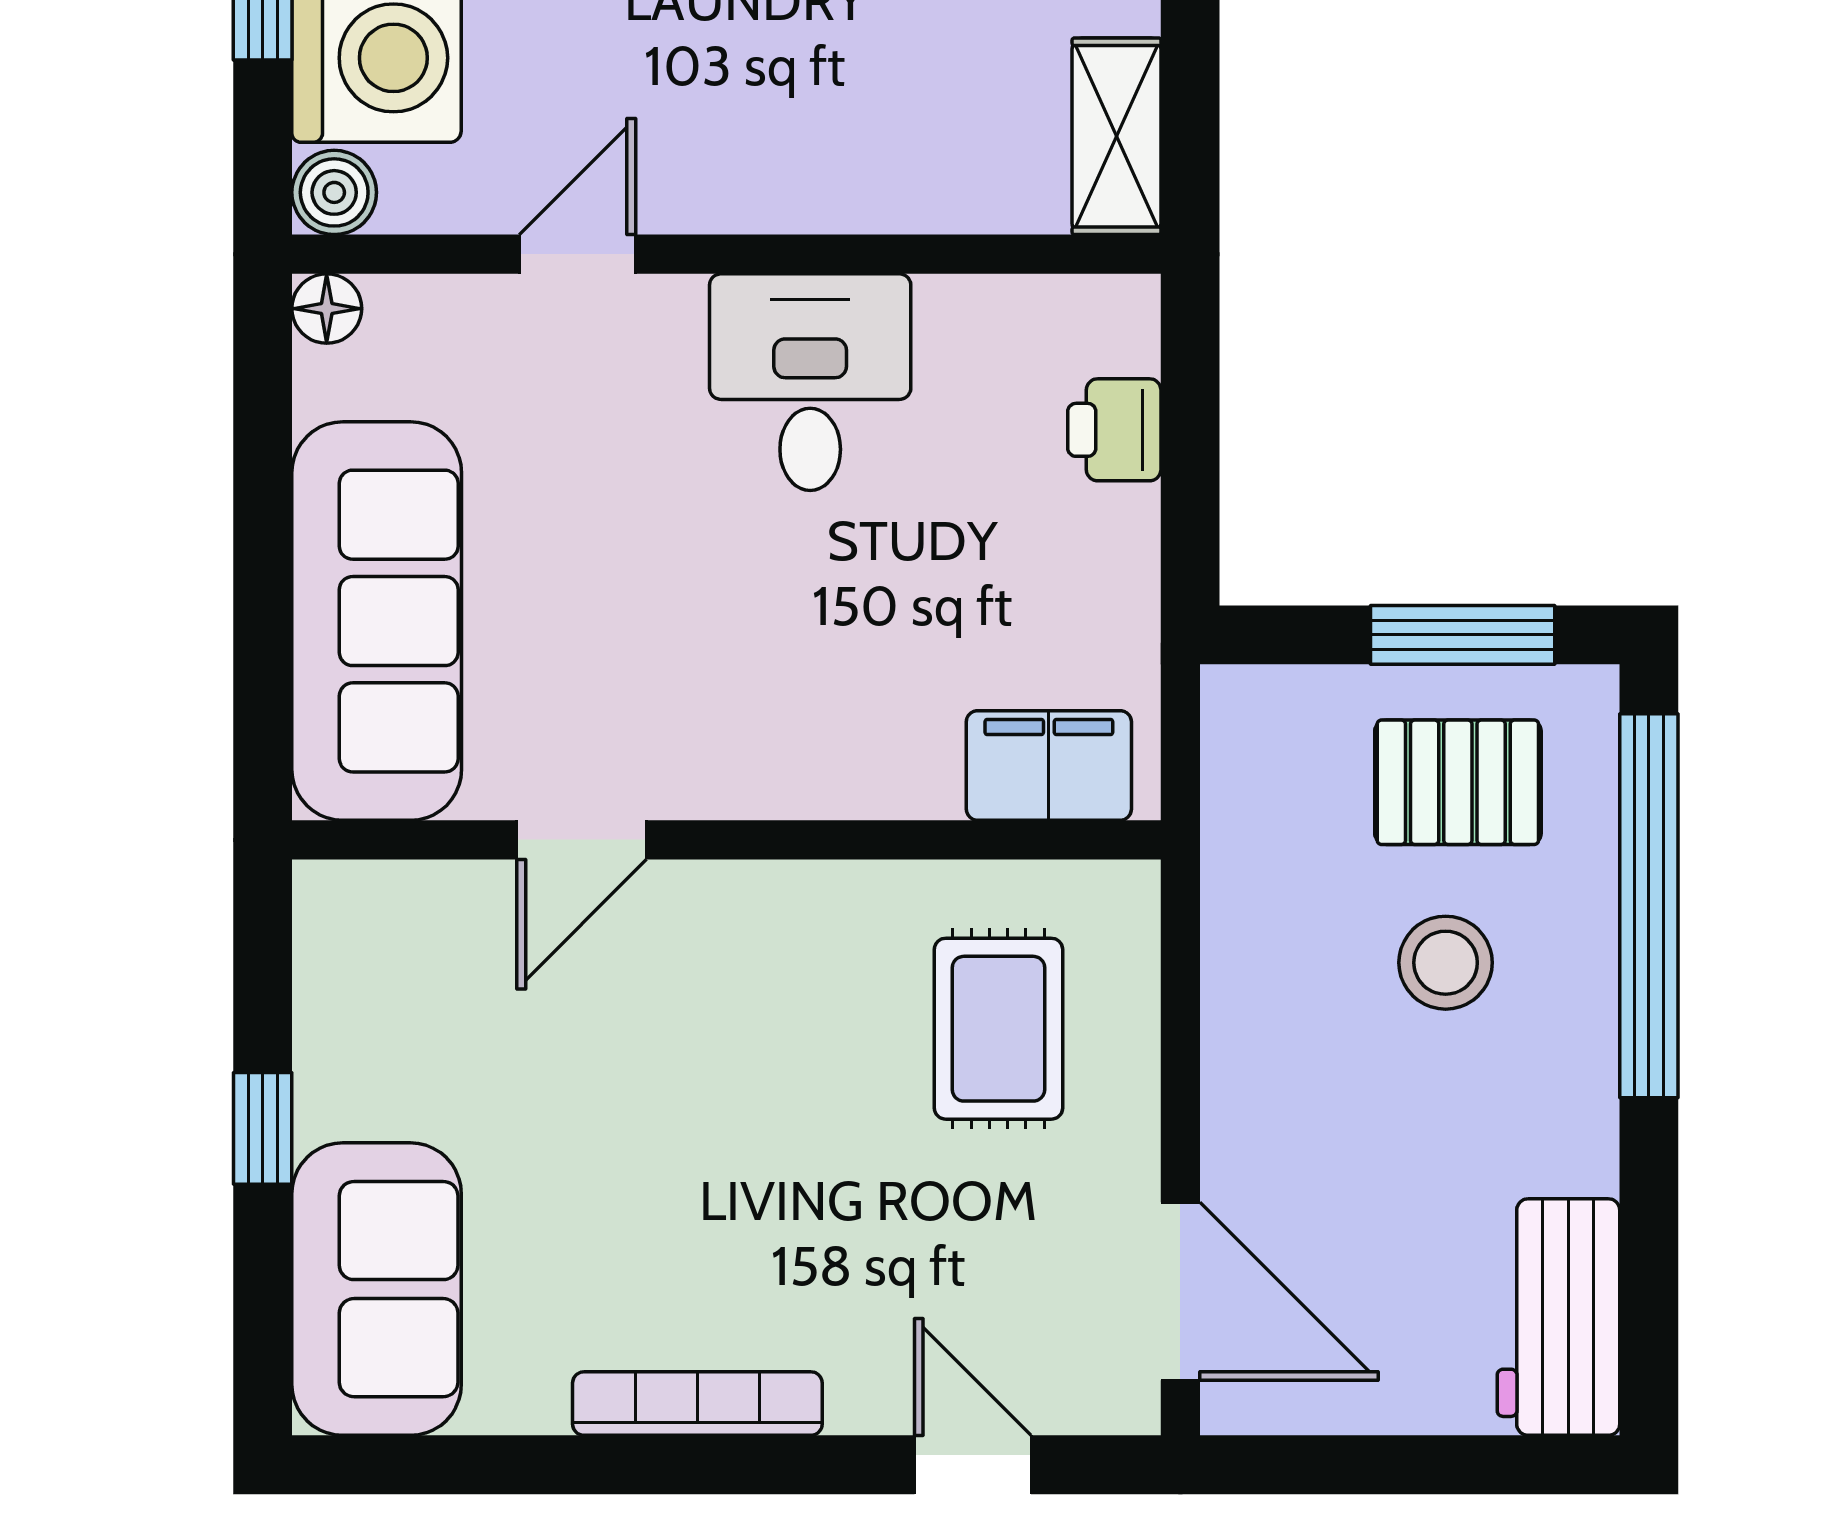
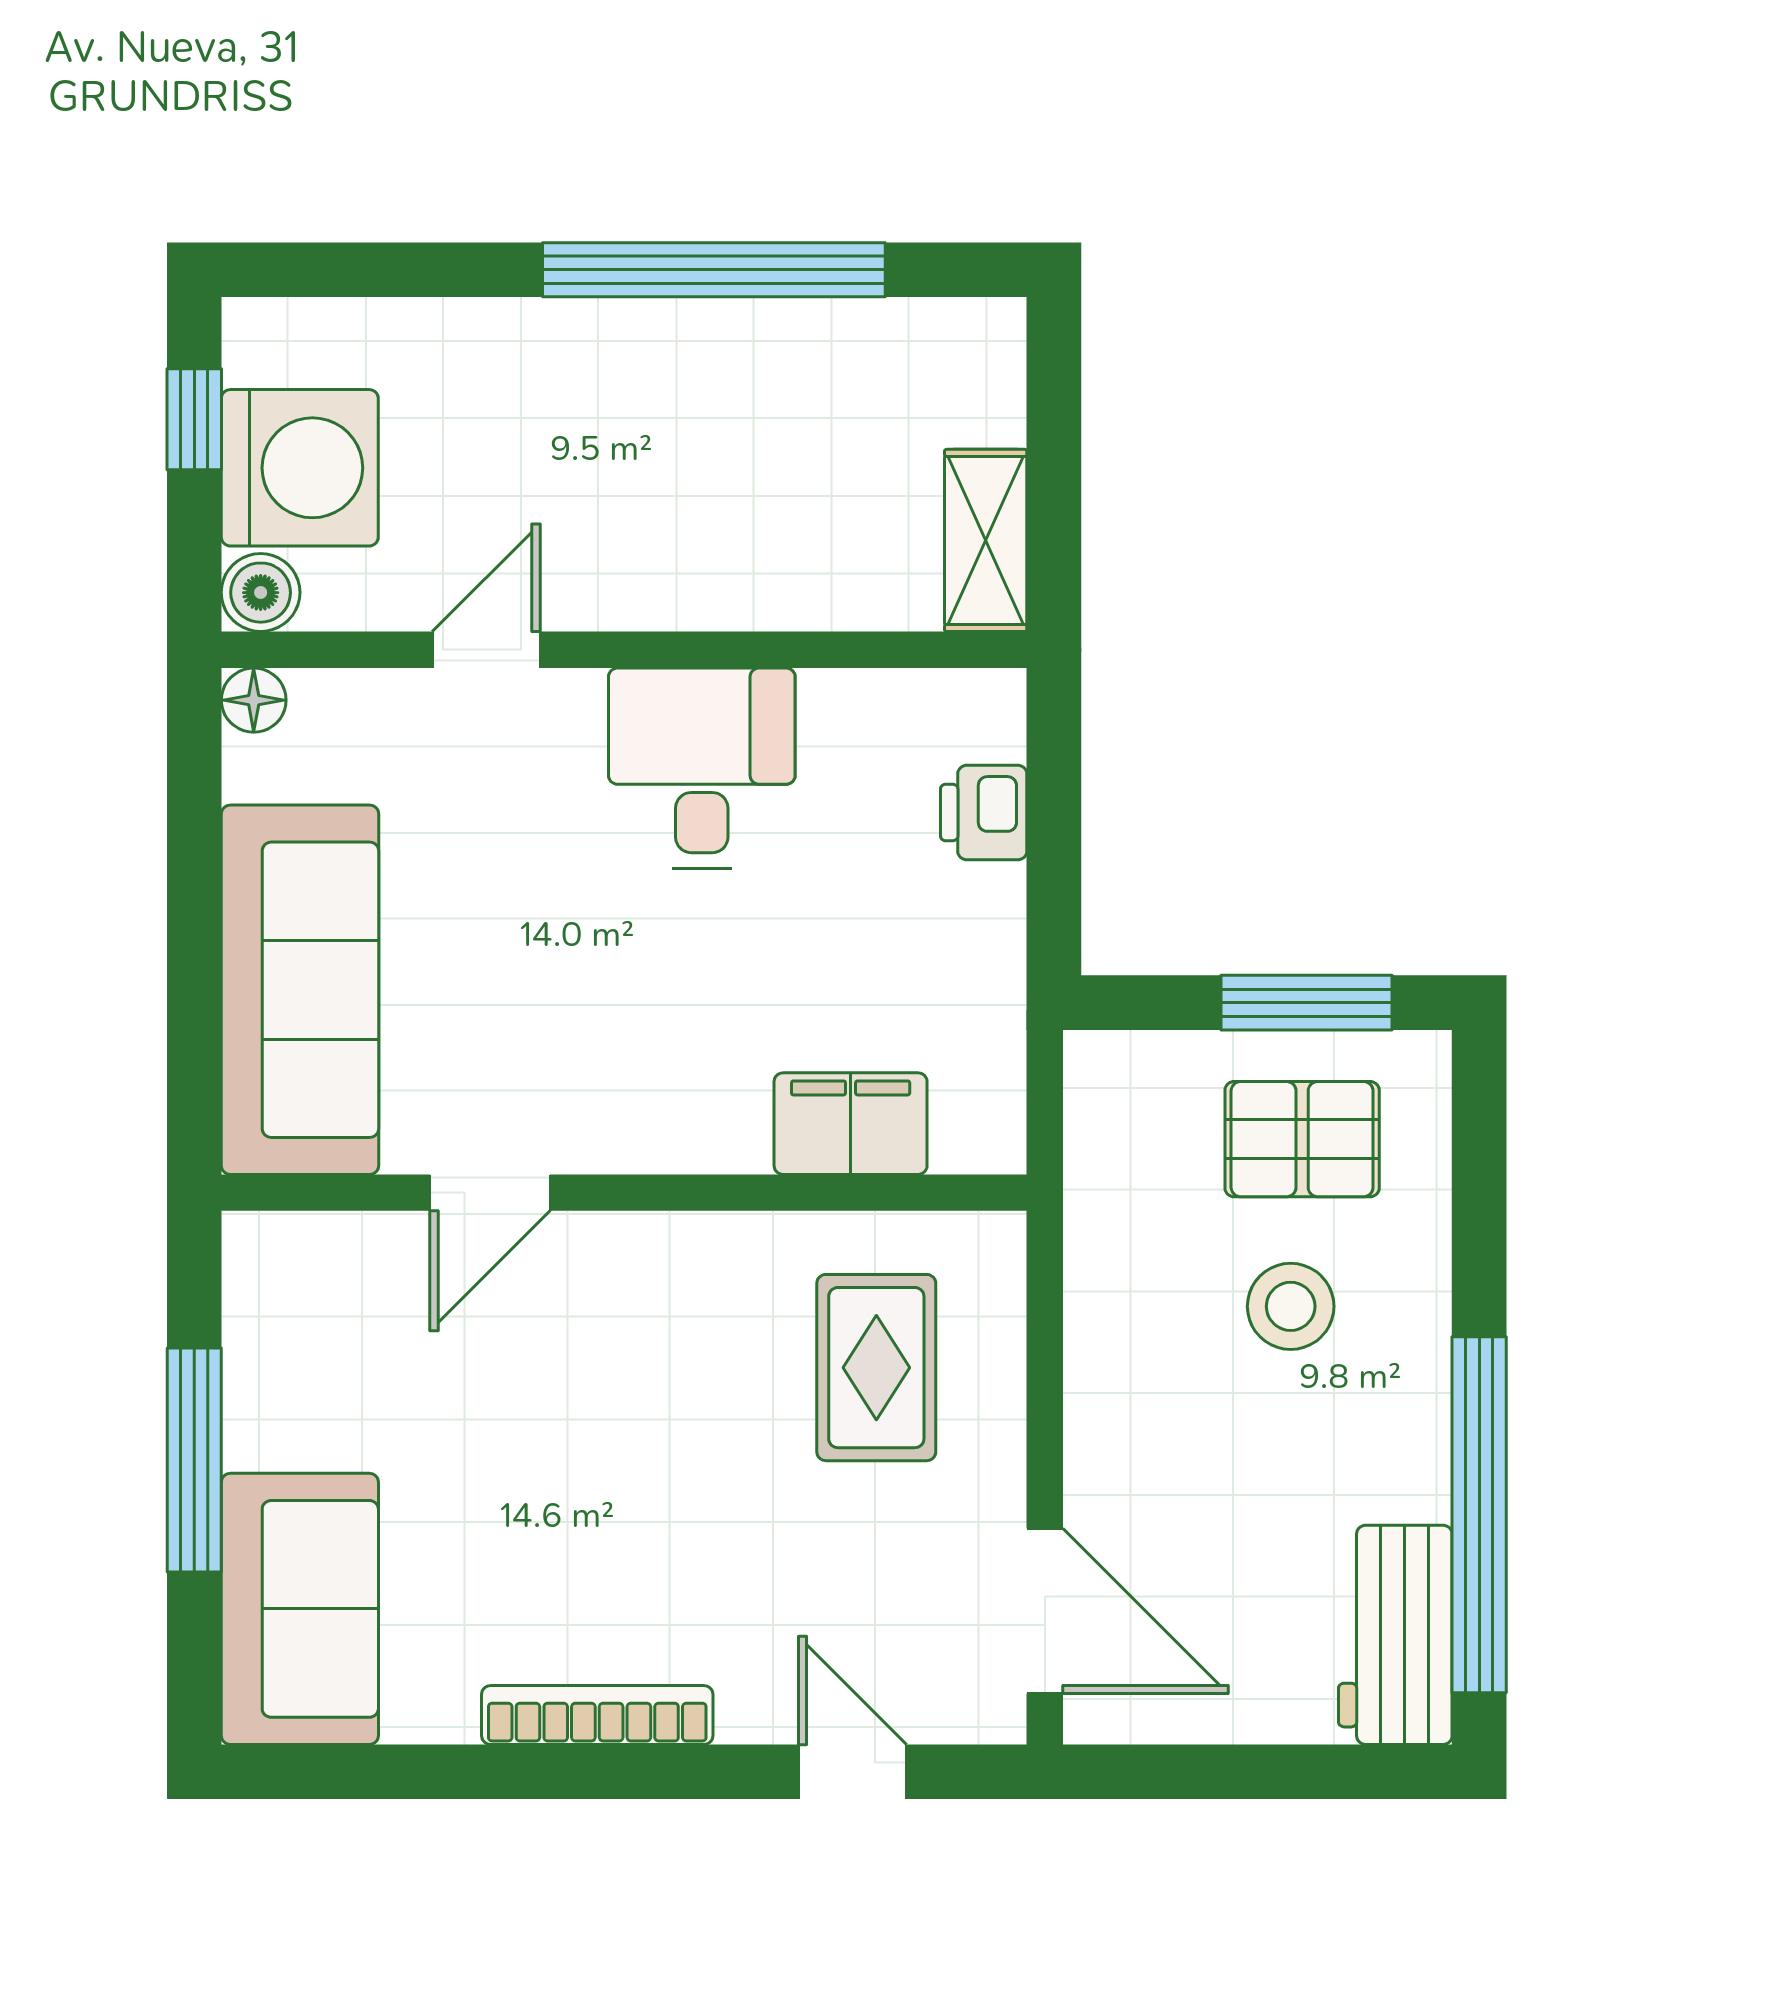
filing cabinet: (1049, 765) -> (851, 1124), moved
window: (1649, 906) -> (1479, 1515), moved
window: (263, 1128) -> (194, 1460), width x2.17

